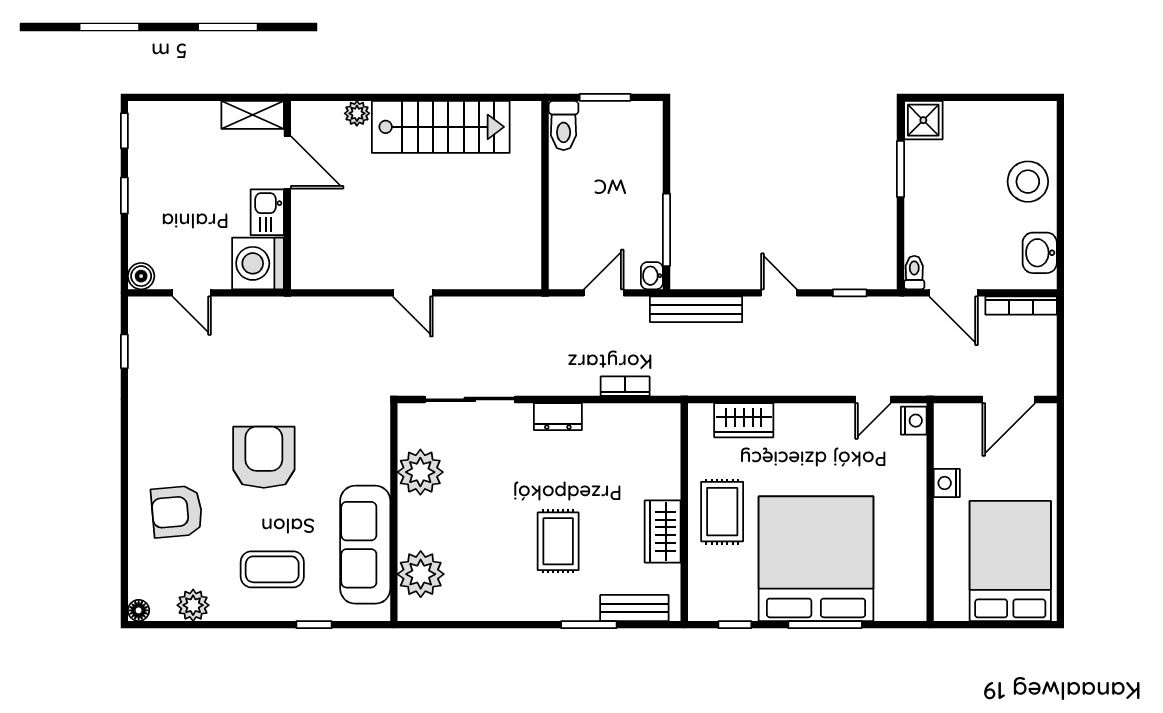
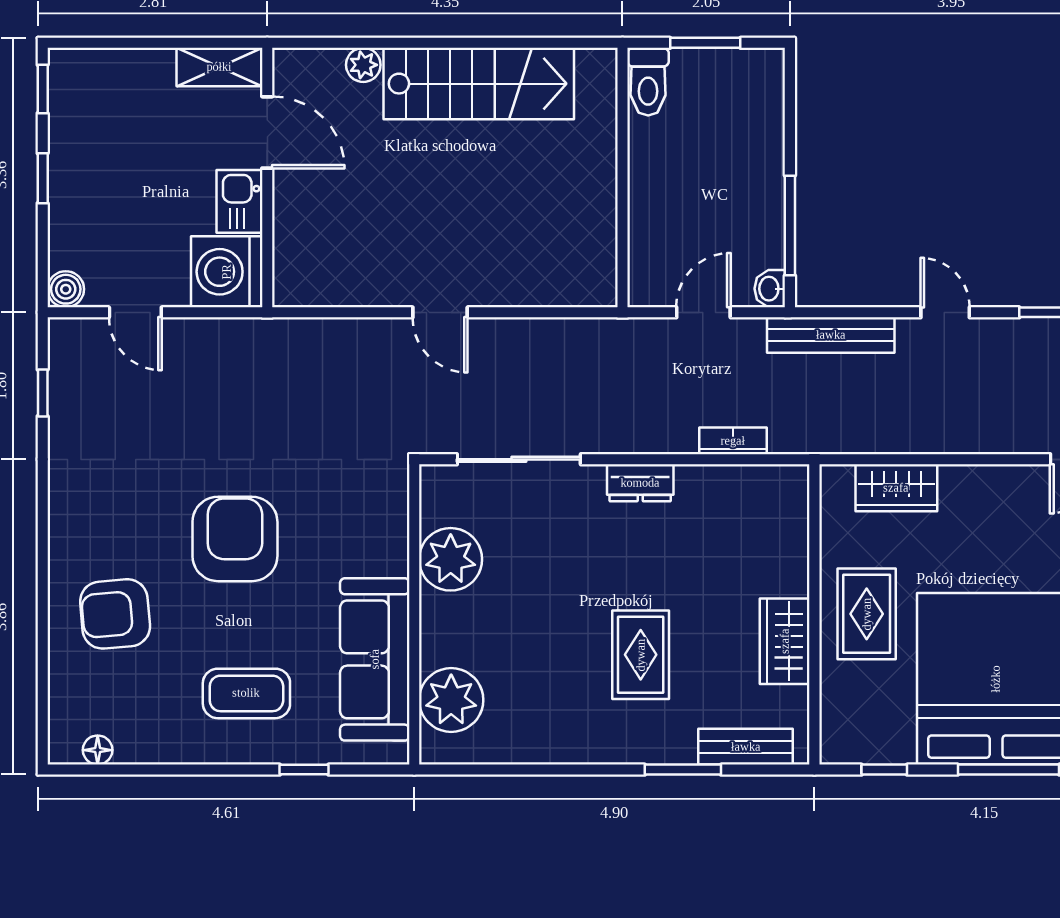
plant: (193, 605) -> (137, 743), removed
floor lamp: (139, 610) -> (98, 750), moved

